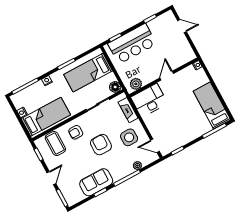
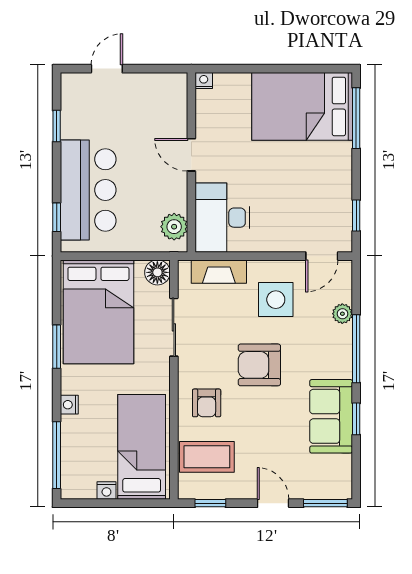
bed: (88, 73) -> (98, 312), width x1.50
bed: (212, 105) -> (302, 106), width x1.50

